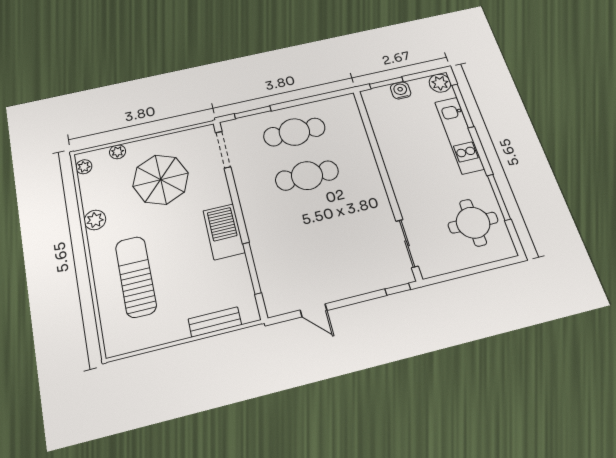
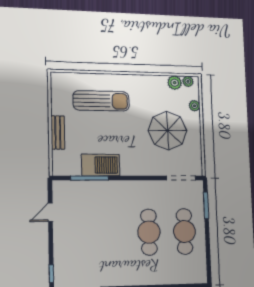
plant: (95, 220) -> (175, 83), moved
barbecue: (224, 232) -> (101, 165), moved
bench: (215, 322) -> (58, 132), moved

